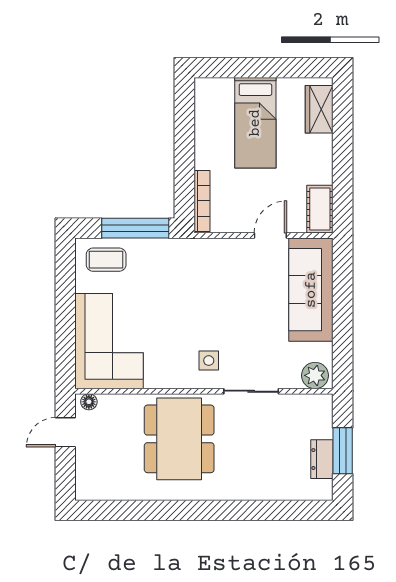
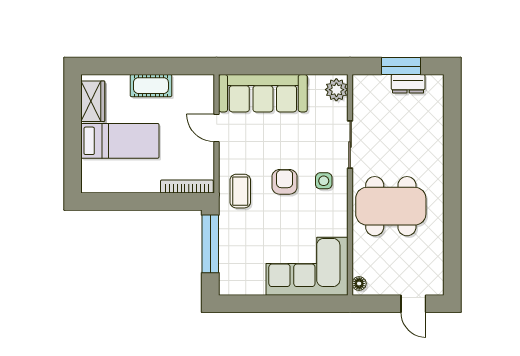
wardrobe: (319, 109) -> (93, 101), moved, turned -90
cot: (320, 209) -> (151, 86), moved
coffee table: (106, 260) -> (240, 191), moved
armchair: (208, 315) -> (285, 182), added
door: (65, 432) -> (413, 304), moved

